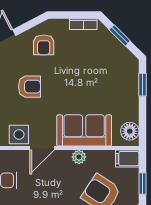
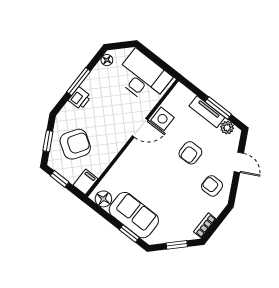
sofa: (84, 130) -> (134, 215), moved, turned -90
door: (42, 148) -> (140, 128), swing flipped
plant: (79, 157) -> (113, 149), removed

